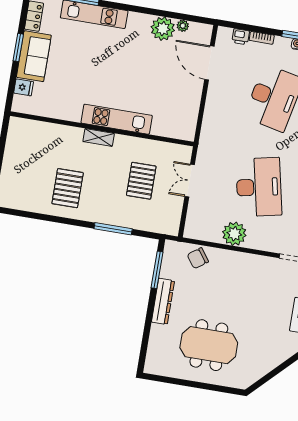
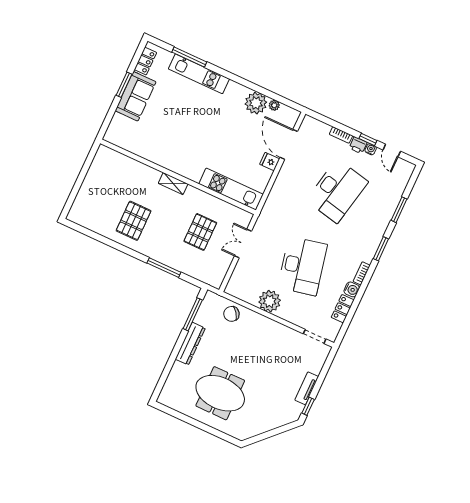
printer: (241, 37) -> (358, 145), moved
fridge: (24, 87) -> (270, 162), moved, turned 180
kitchen unit: (117, 119) -> (231, 189), moved

